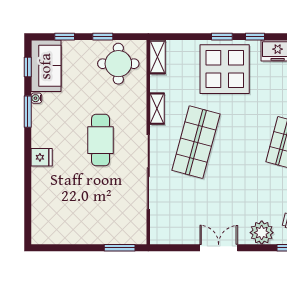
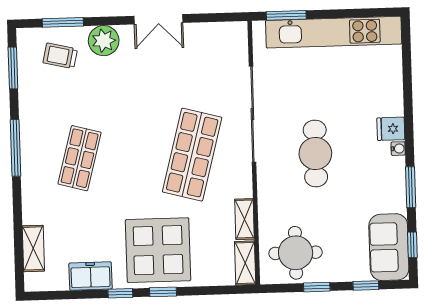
water cooler: (36, 98) -> (398, 149), moved
shelving: (157, 109) -> (244, 219), moved
kitchen unit: (83, 233) -> (334, 32), added

